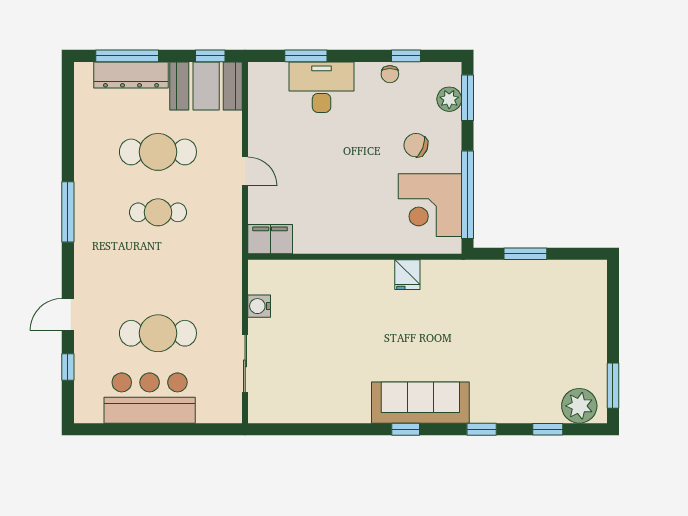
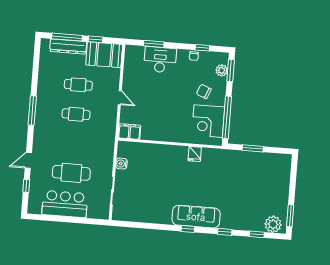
window: (210, 56) -> (96, 39), moved
cafe table: (158, 152) -> (78, 85), width x0.73, depth x0.74

